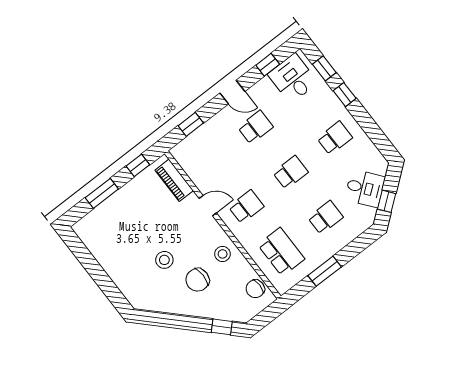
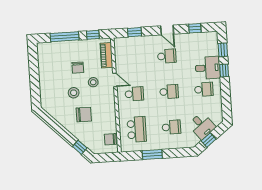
desk: (293, 78) -> (208, 68), moved, turned 90
window: (102, 193) -> (65, 37), width x1.44
chair: (147, 223) -> (78, 68), added
stool: (223, 254) -> (93, 82), moved
chair: (198, 280) -> (84, 115), turned 180

